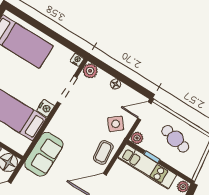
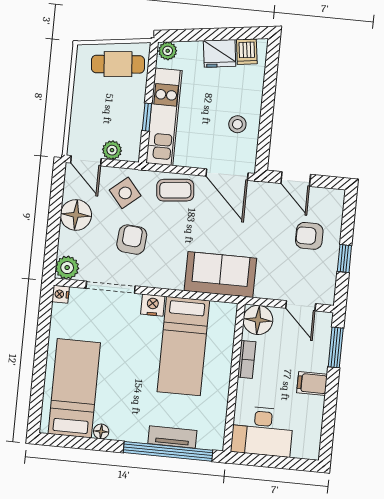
floor lamp: (116, 84) -> (76, 215), width x1.89, depth x1.89
armchair: (88, 115) -> (132, 240), added
plant: (137, 138) -> (112, 150), moved
cafe table: (175, 139) -> (118, 64), moved, turned 72

